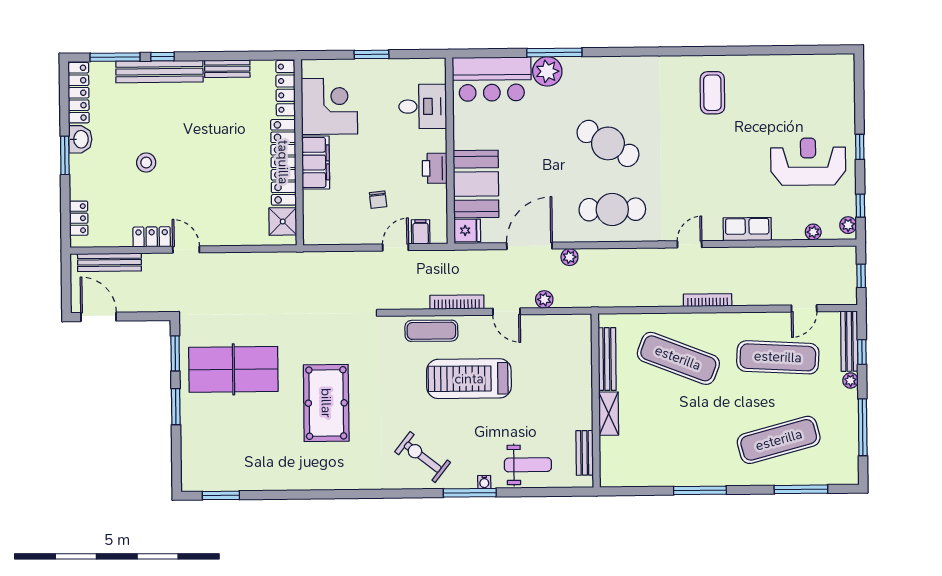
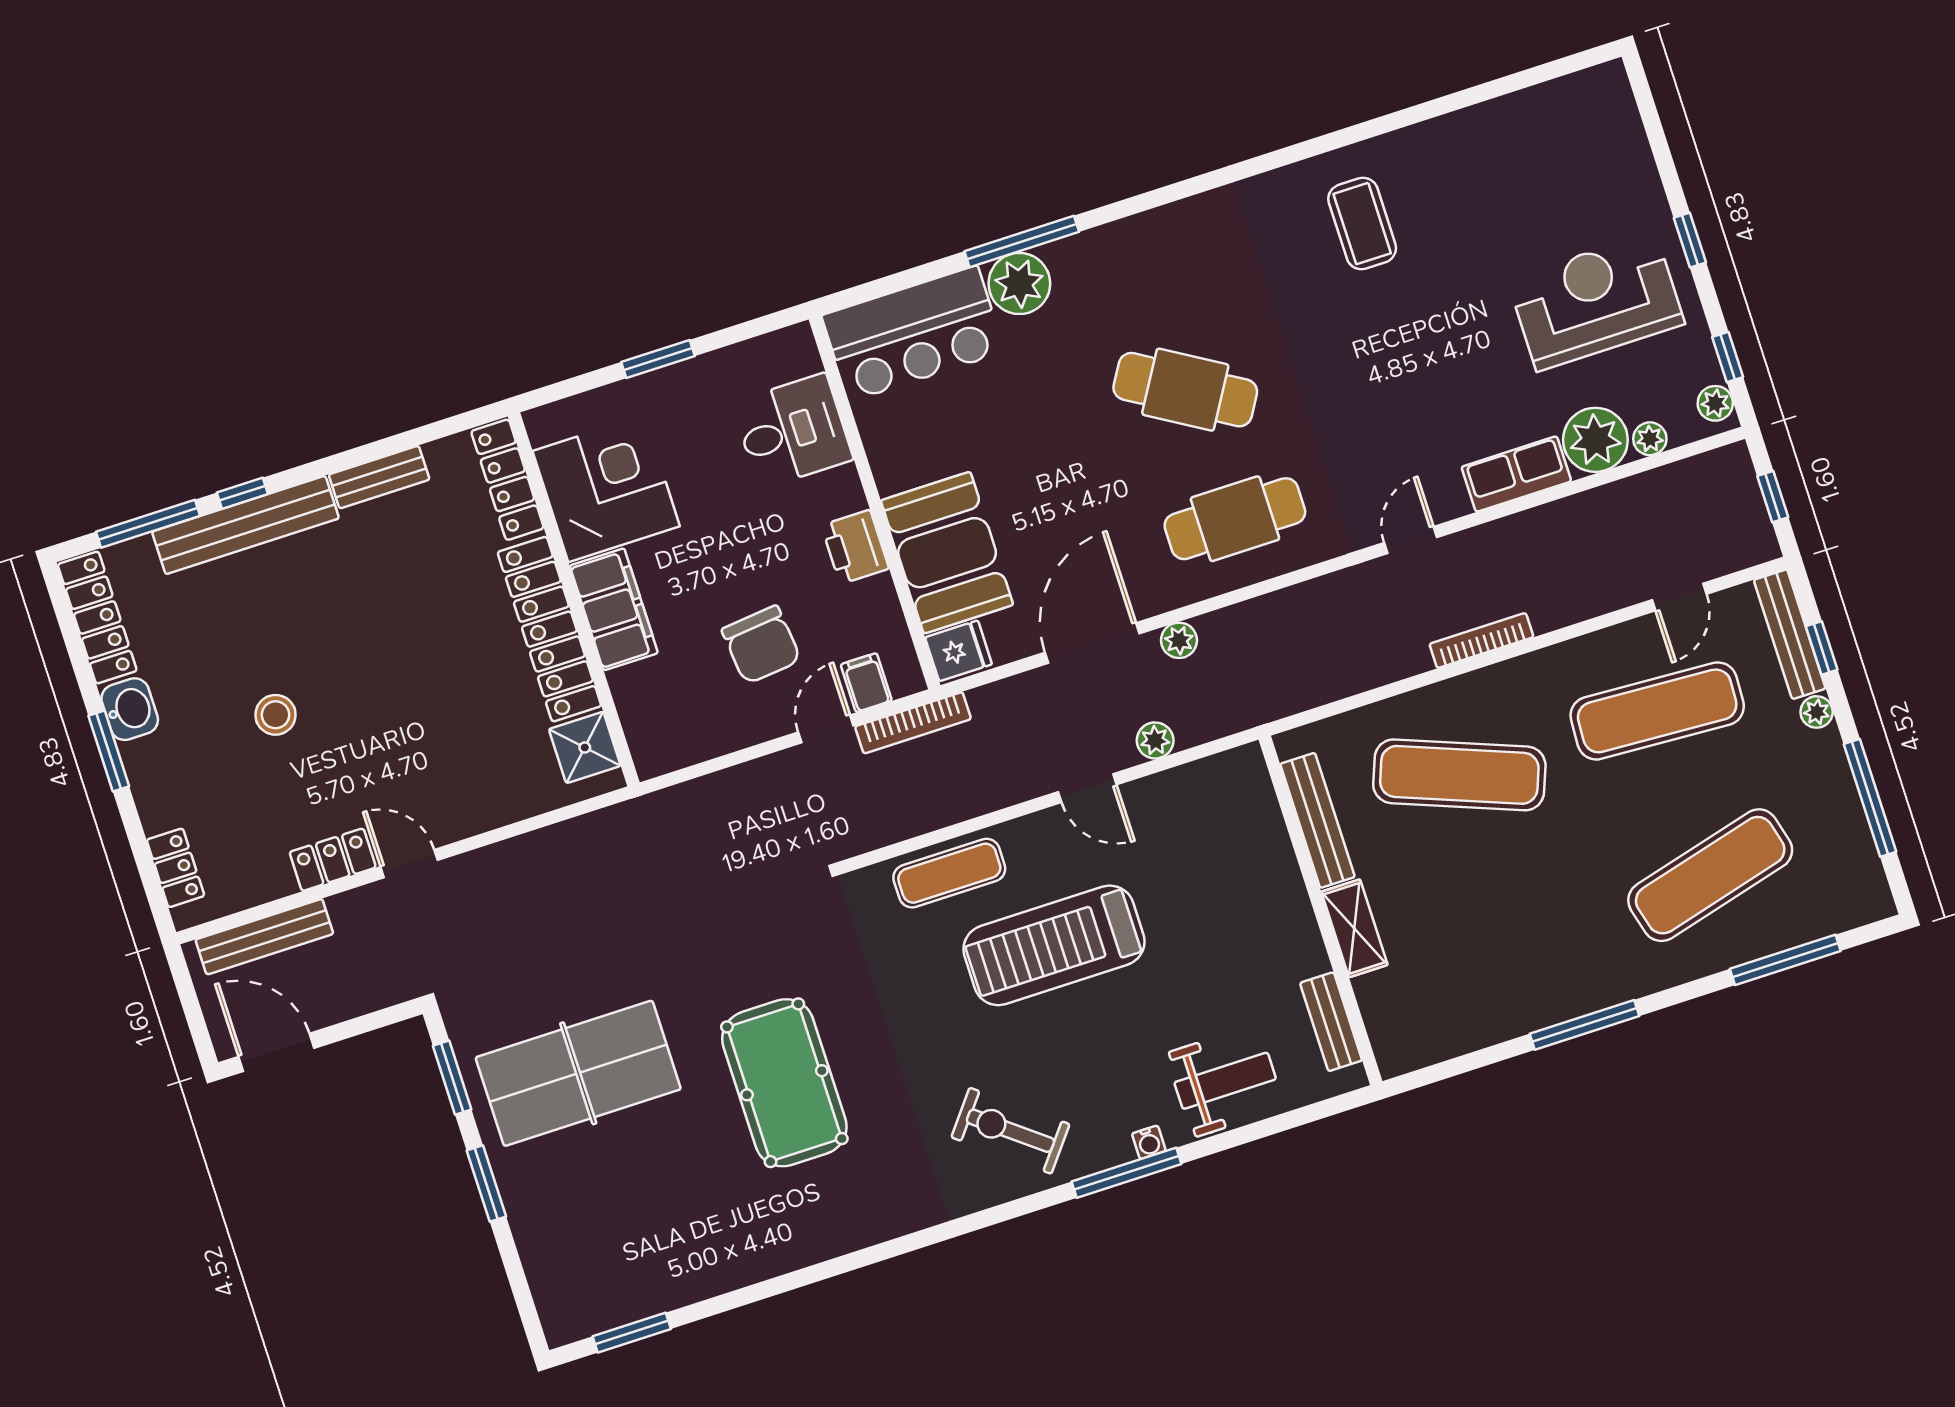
chair: (378, 200) -> (761, 645), width x1.87, depth x1.87
plant: (788, 225) -> (1595, 440), added
bookcase: (457, 302) -> (913, 723), moved, turned 180

